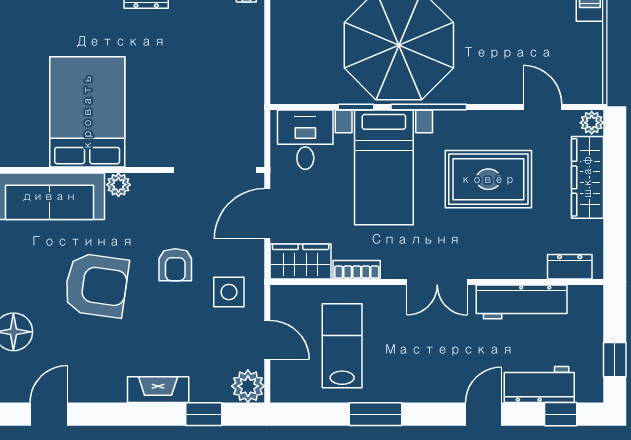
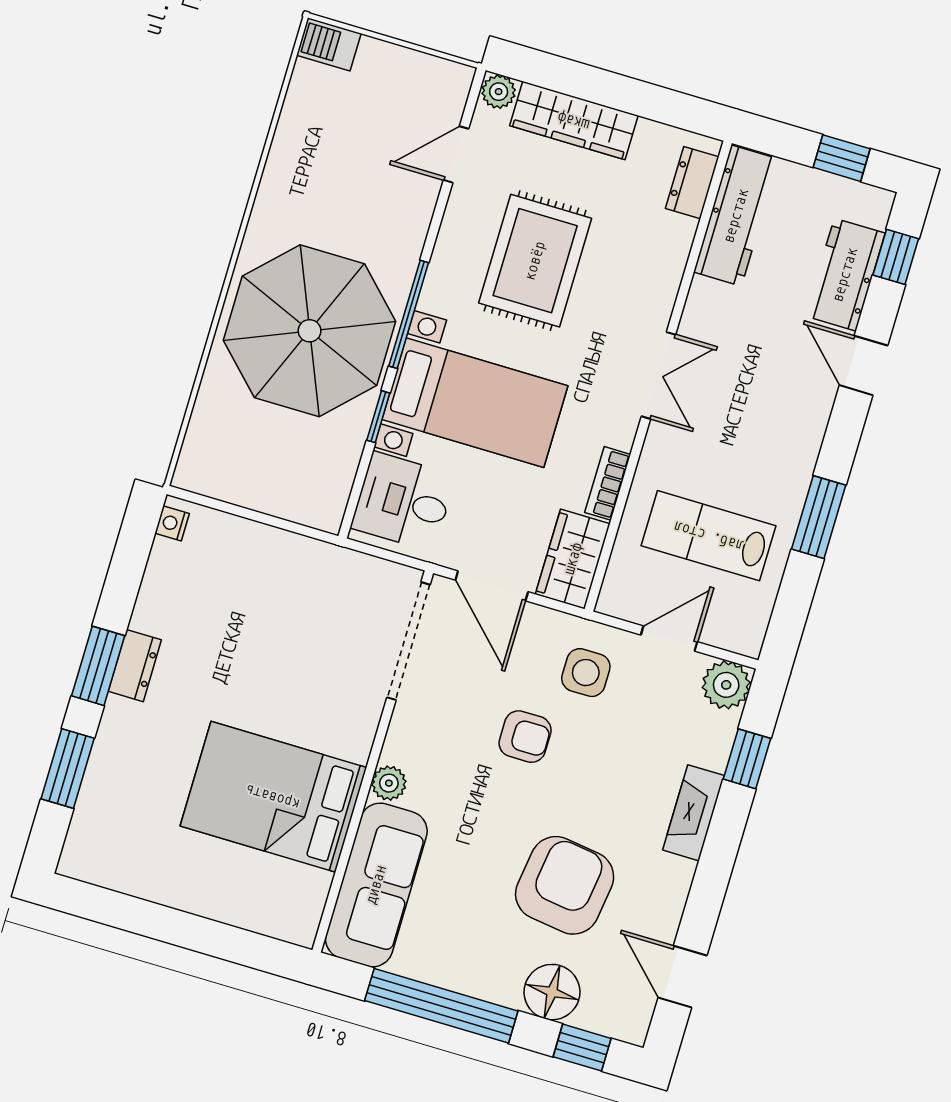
armchair: (96, 285) -> (565, 885), moved
workbench: (522, 302) -> (736, 216), moved

